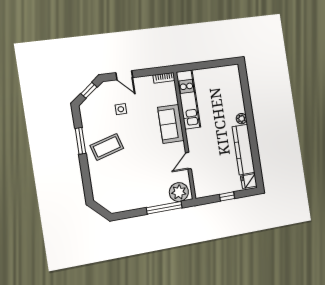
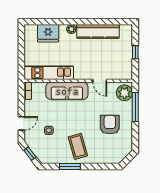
sofa: (171, 124) -> (67, 91), width x1.36
armchair: (139, 181) -> (110, 125), added
fridge: (249, 181) -> (48, 33), moved, width x1.88, depth x1.34

